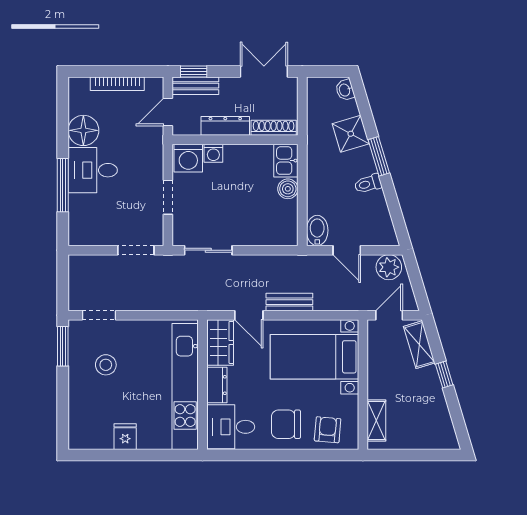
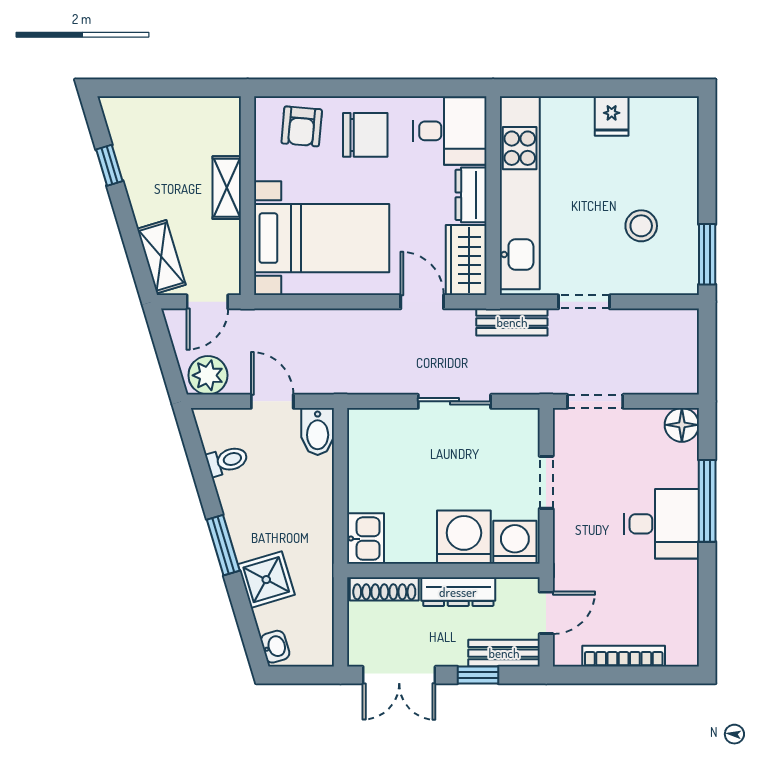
window: (194, 71) -> (478, 675), moved
floor lamp: (83, 130) -> (682, 425), moved, width x0.73, depth x0.73
washing machine: (213, 153) -> (464, 537), width x1.89, depth x1.89
toilet: (368, 184) -> (227, 461), moved
boiler: (288, 189) -> (362, 495), removed
sliding door: (208, 250) -> (454, 401), moved
bench: (289, 302) -> (512, 322), moved
doorway: (99, 315) -> (584, 302), moved
window: (444, 374) -> (109, 165), moved
shelving: (376, 421) -> (227, 188), moved

